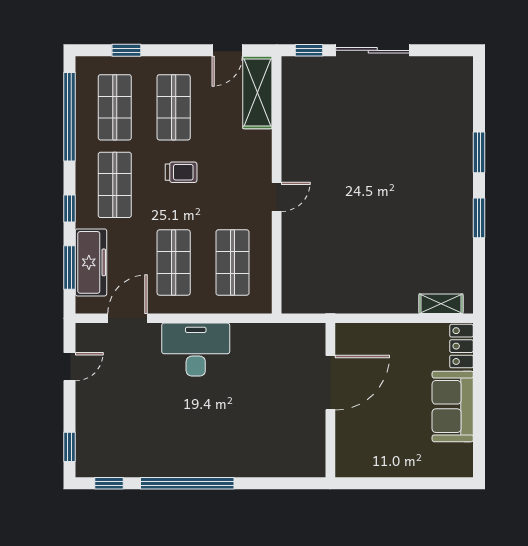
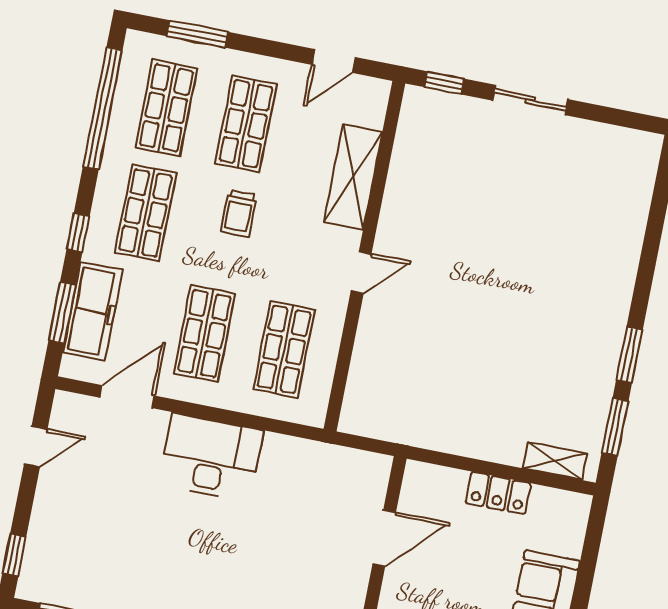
window: (126, 50) -> (197, 34), width x1.50
sliding door: (373, 50) -> (530, 100), width x0.73
shelving: (257, 93) -> (353, 177), moved
window: (479, 152) -> (615, 427), moved
trolley: (181, 172) -> (239, 213), turned 90
locker: (461, 346) -> (498, 493), moved, turned -90
door: (330, 383) -> (384, 538), width x0.73

